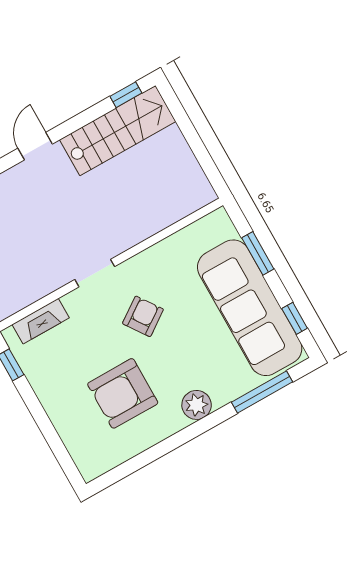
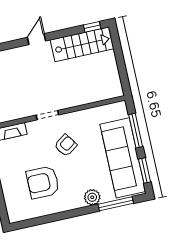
window: (258, 253) -> (136, 131), width x1.44
window: (295, 318) -> (145, 171), width x1.50
plant: (197, 405) -> (92, 197), moved

